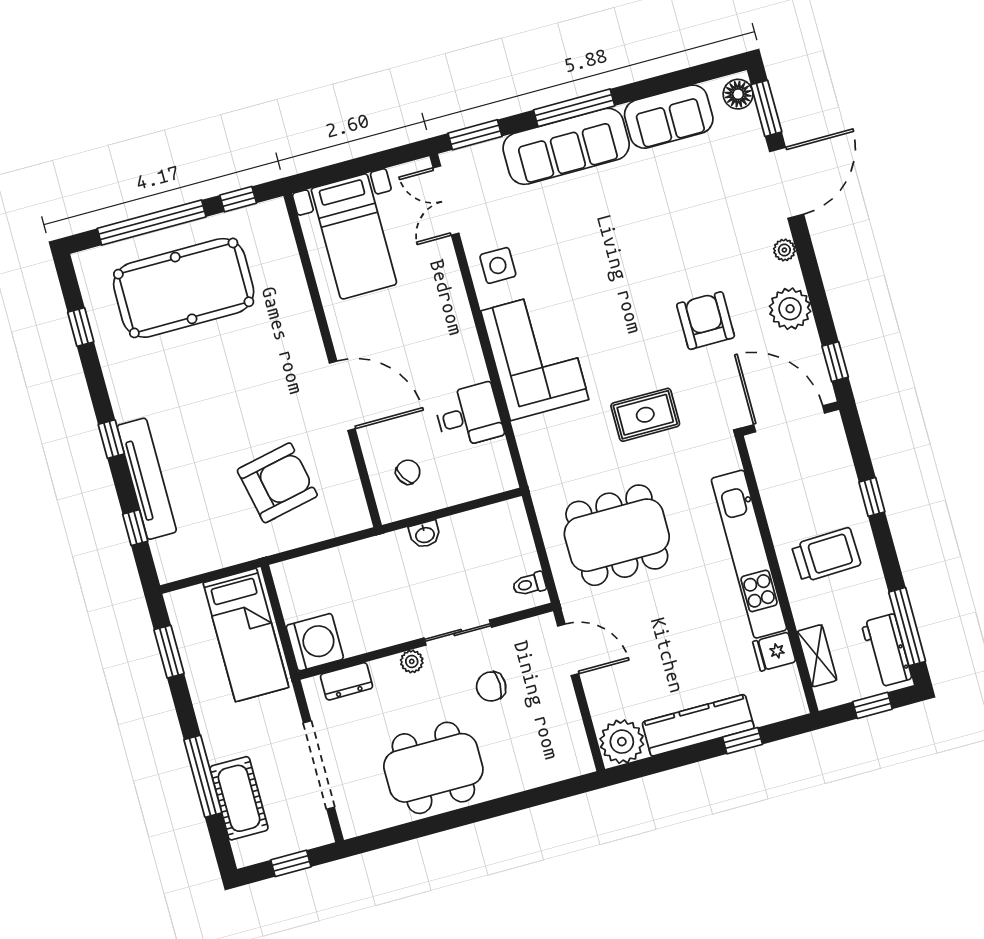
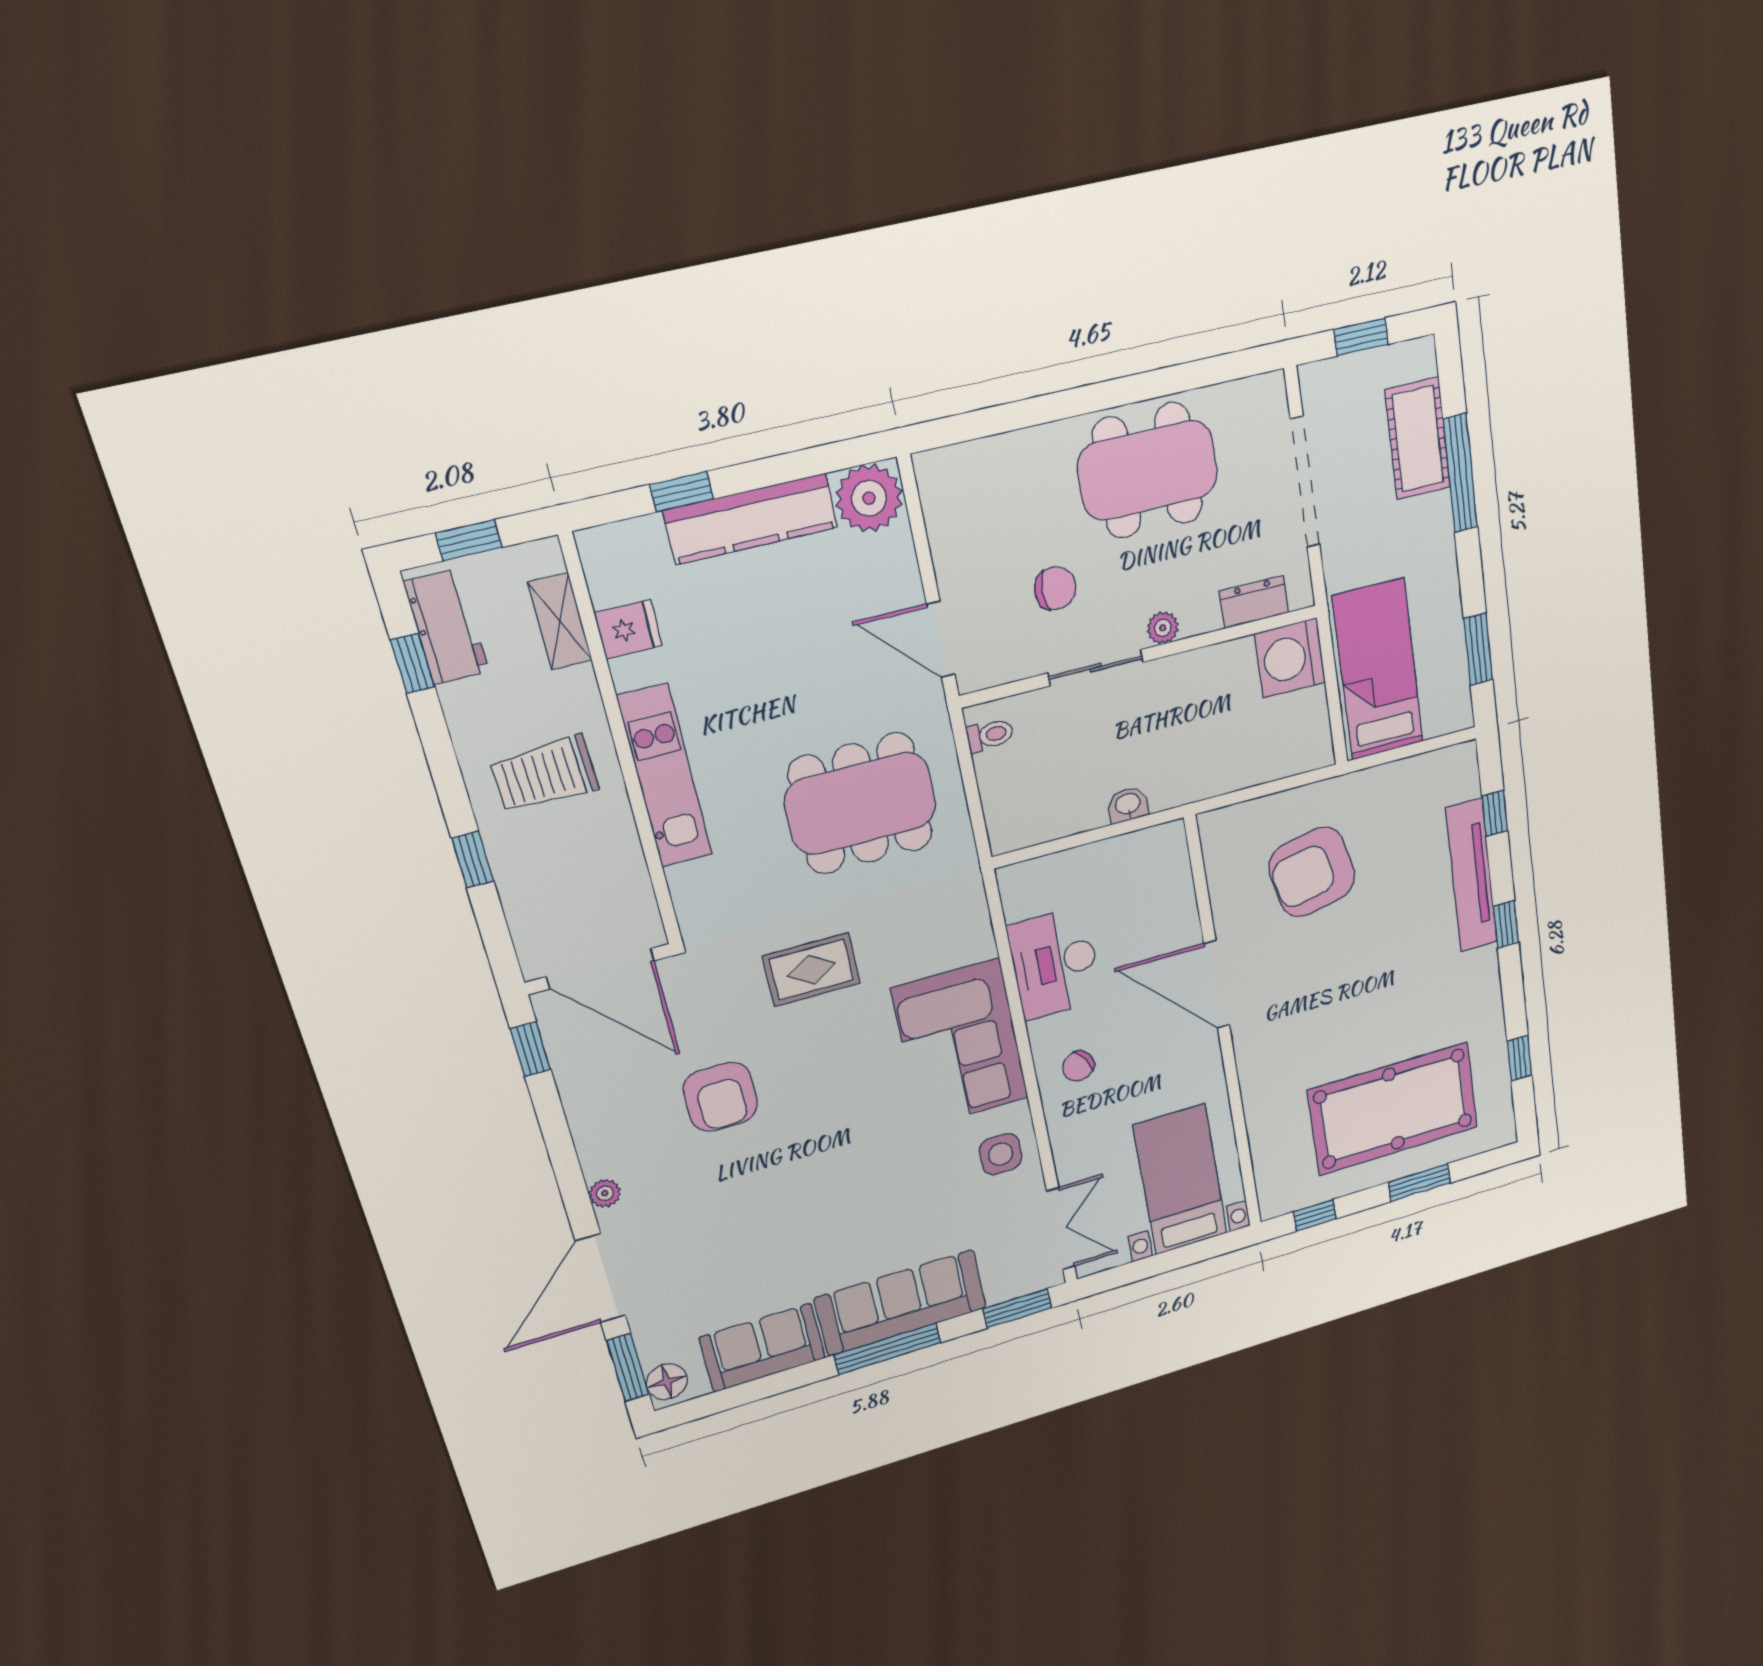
window: (152, 223) -> (1419, 1183), width x0.47
plant: (790, 309) -> (597, 1117), removed
desk: (469, 416) -> (1055, 963), width x1.37
chair: (408, 472) -> (1078, 1066), moved
kitchen unit: (749, 554) -> (665, 776), width x0.73
window: (907, 627) -> (413, 664), width x0.46

